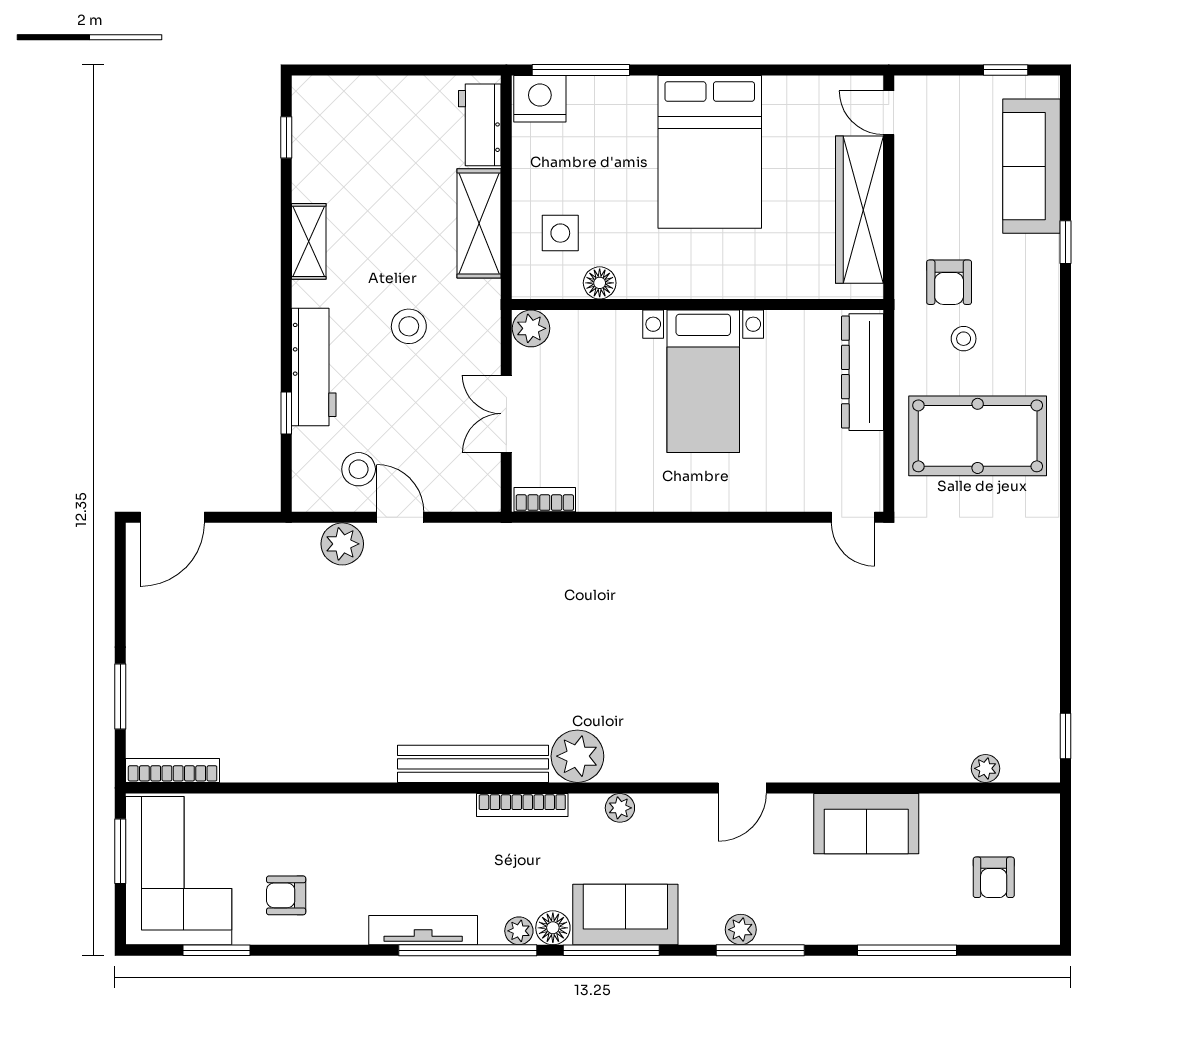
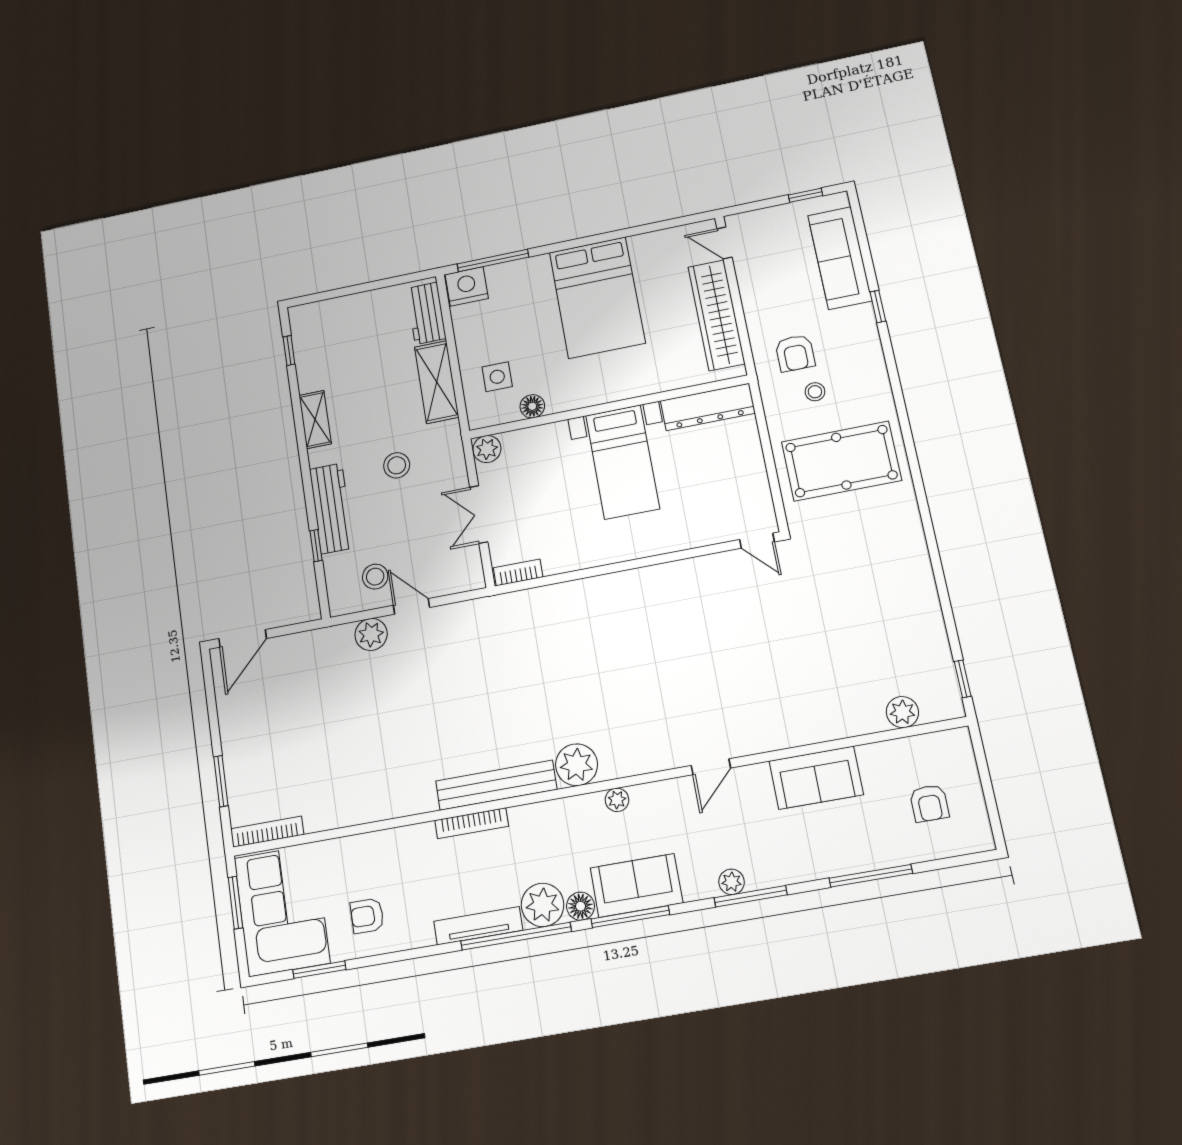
dresser: (862, 372) -> (708, 407), moved, turned -90
plant: (986, 768) -> (902, 712), width x1.38, depth x1.38
bookcase: (522, 805) -> (472, 823), moved
plant: (519, 931) -> (543, 905), width x1.87, depth x1.87

